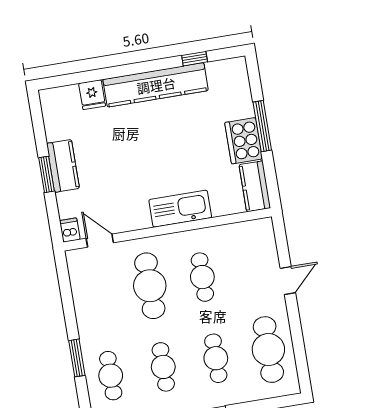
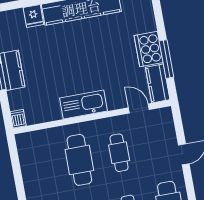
window: (262, 126) -> (166, 59), moved
kitchen sink: (180, 209) -> (84, 105), moved
door: (100, 241) -> (139, 109), moved

